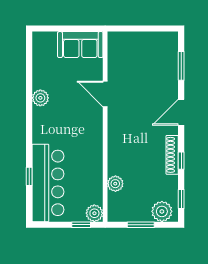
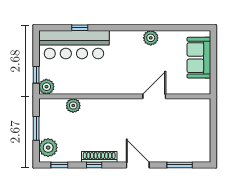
sofa: (80, 45) -> (199, 58), moved

